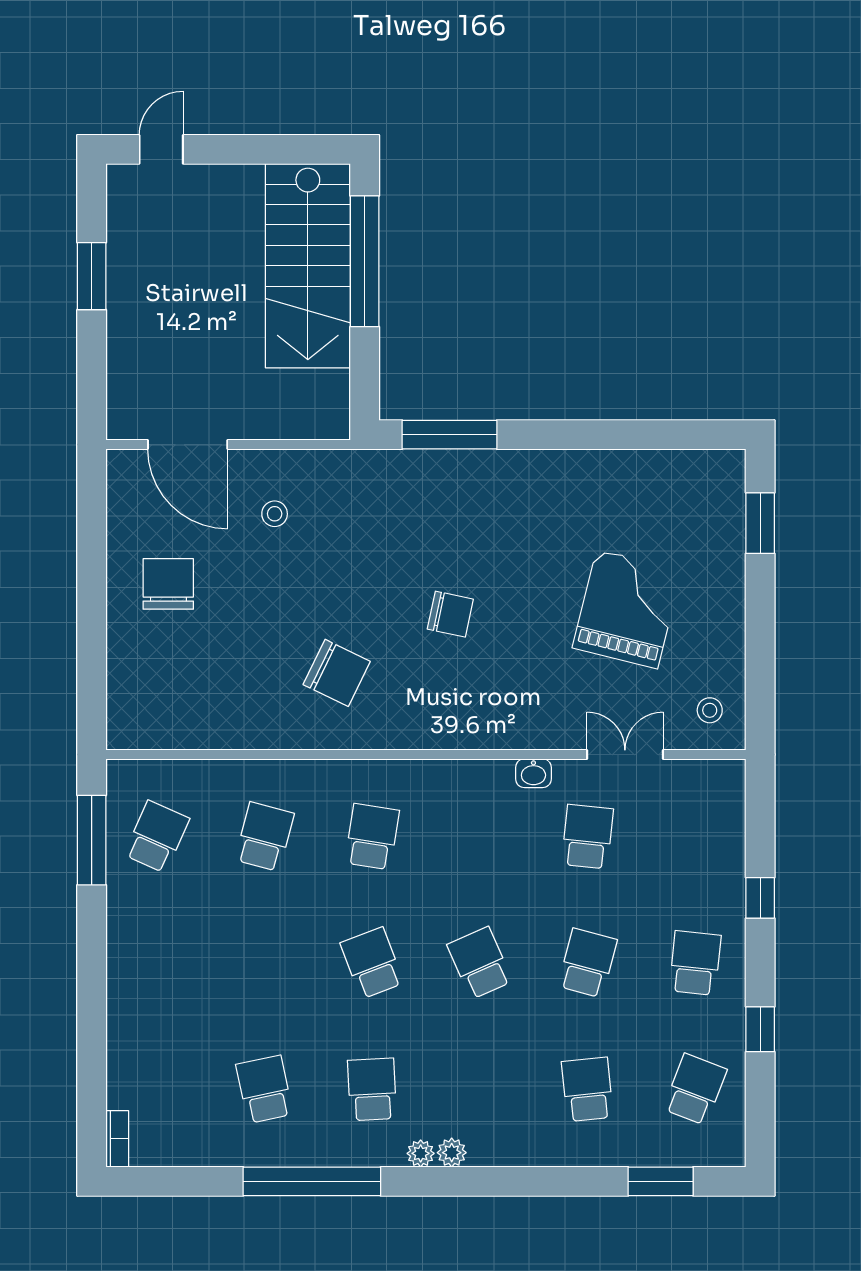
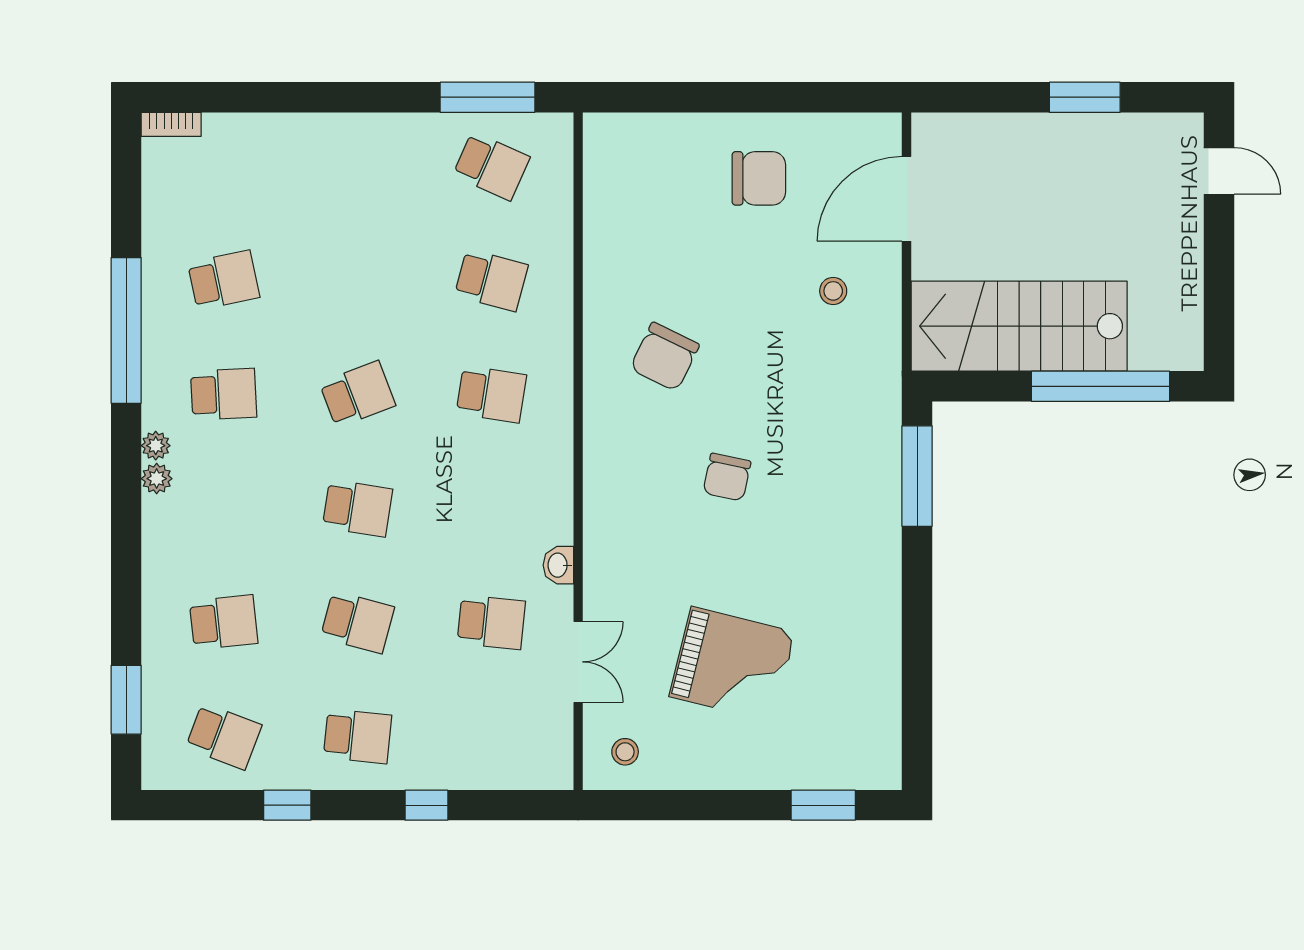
stairs: (308, 266) -> (1019, 326), moved
school desk: (480, 963) -> (357, 508), turned 33

